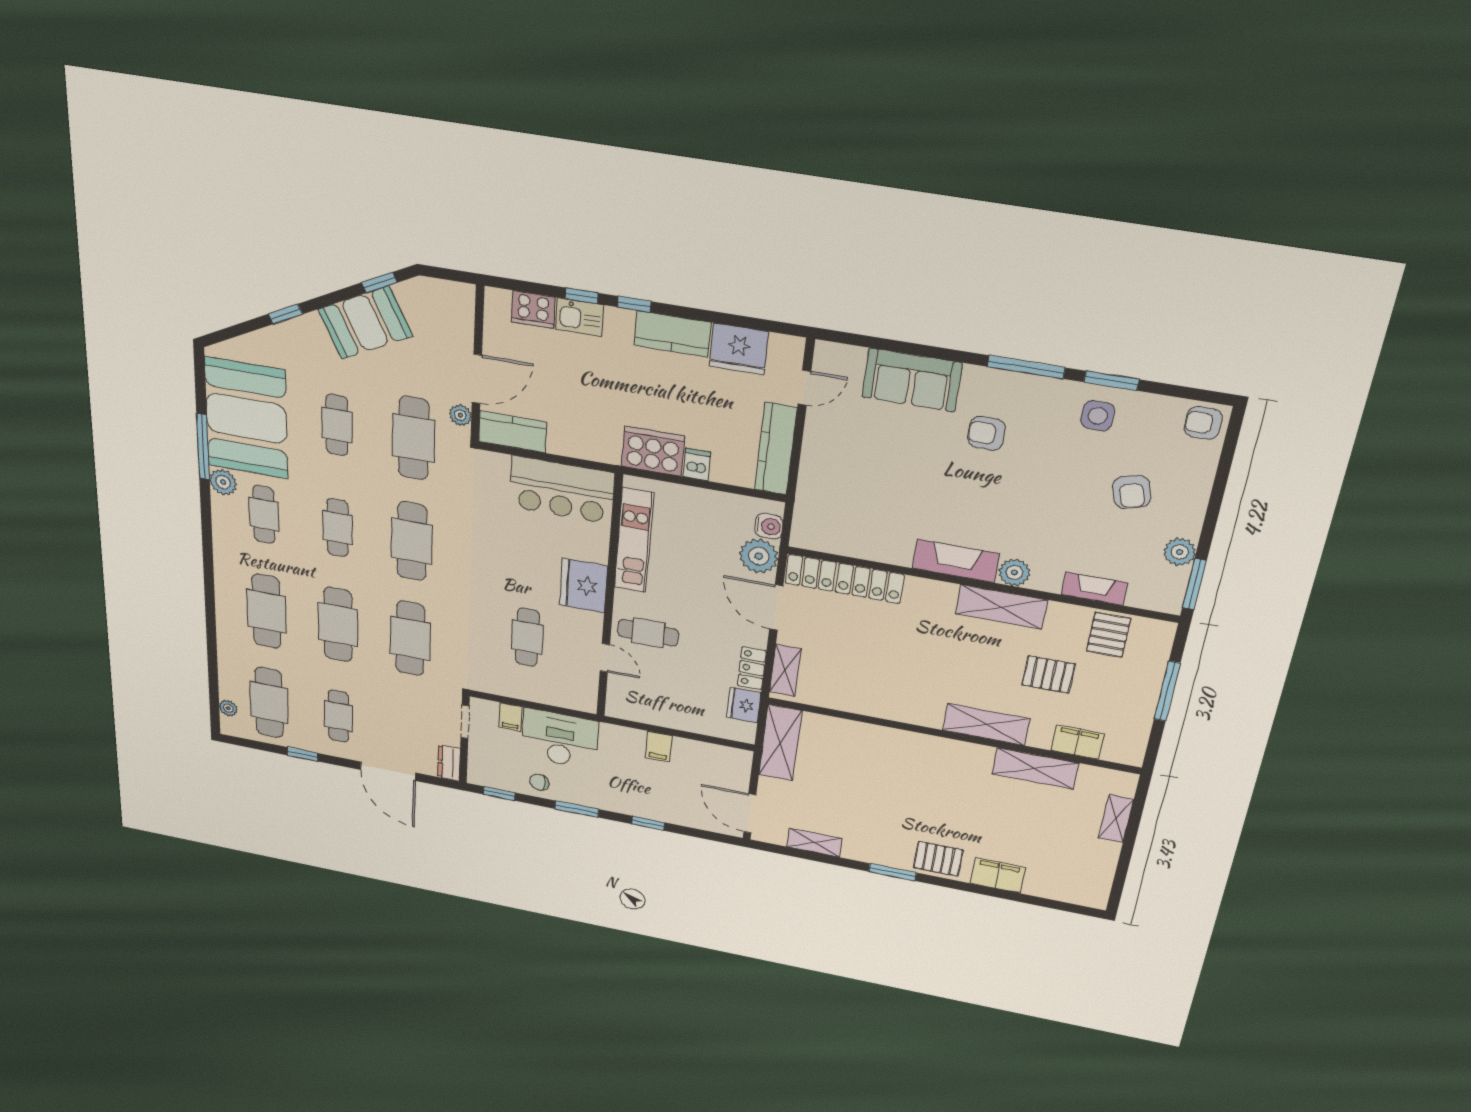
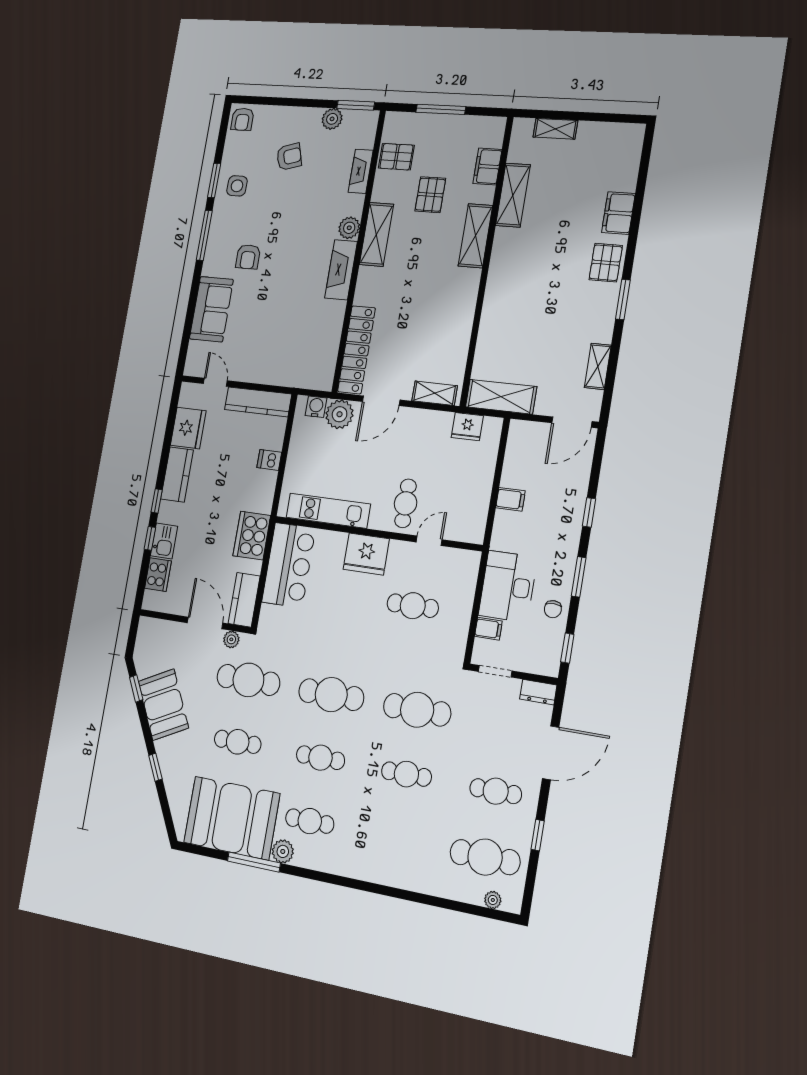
cooker: (653, 451) -> (252, 536), moved
cafe table: (267, 611) -> (396, 839), removed
cafe table: (338, 625) -> (406, 774), width x0.73, depth x0.74
locker: (752, 668) -> (434, 420), removed

